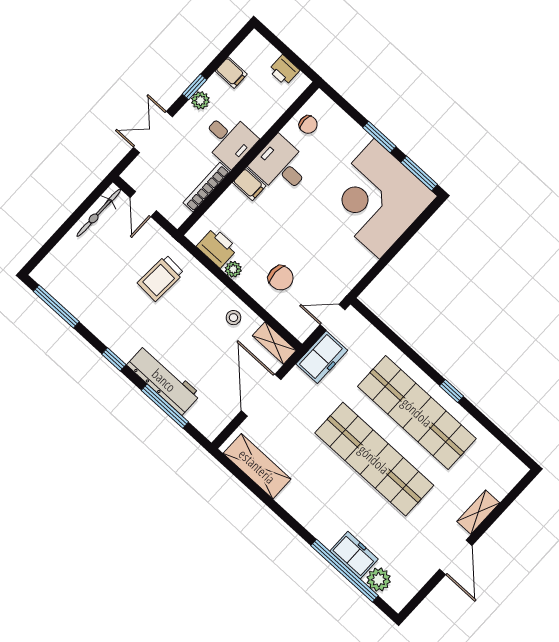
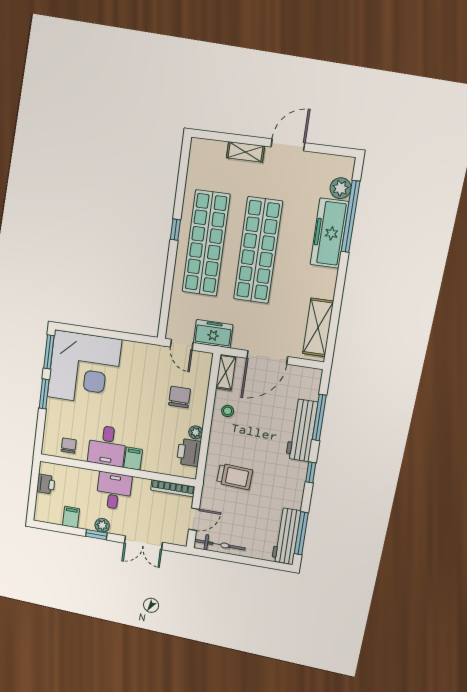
bookcase: (206, 187) -> (173, 488), moved
workbench: (63, 289) -> (286, 536), added
freezer: (354, 555) -> (329, 233), width x1.91, depth x1.26

